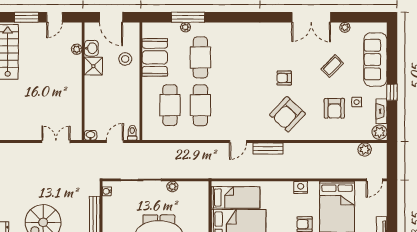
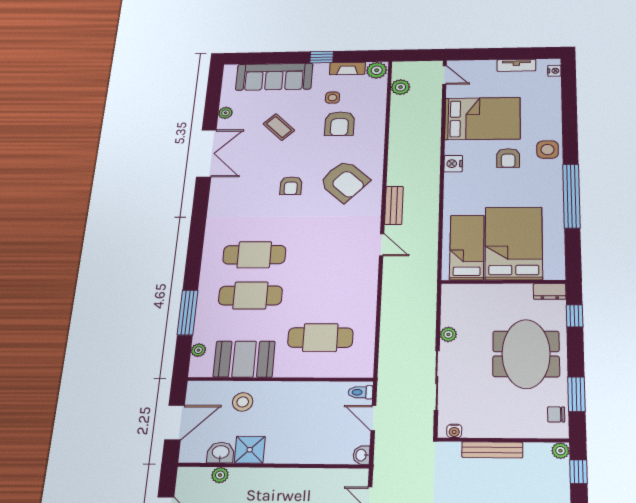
plant: (185, 27) -> (198, 350), moved
cafe table: (200, 105) -> (254, 255), moved
armchair: (334, 108) -> (340, 124), turned 90

